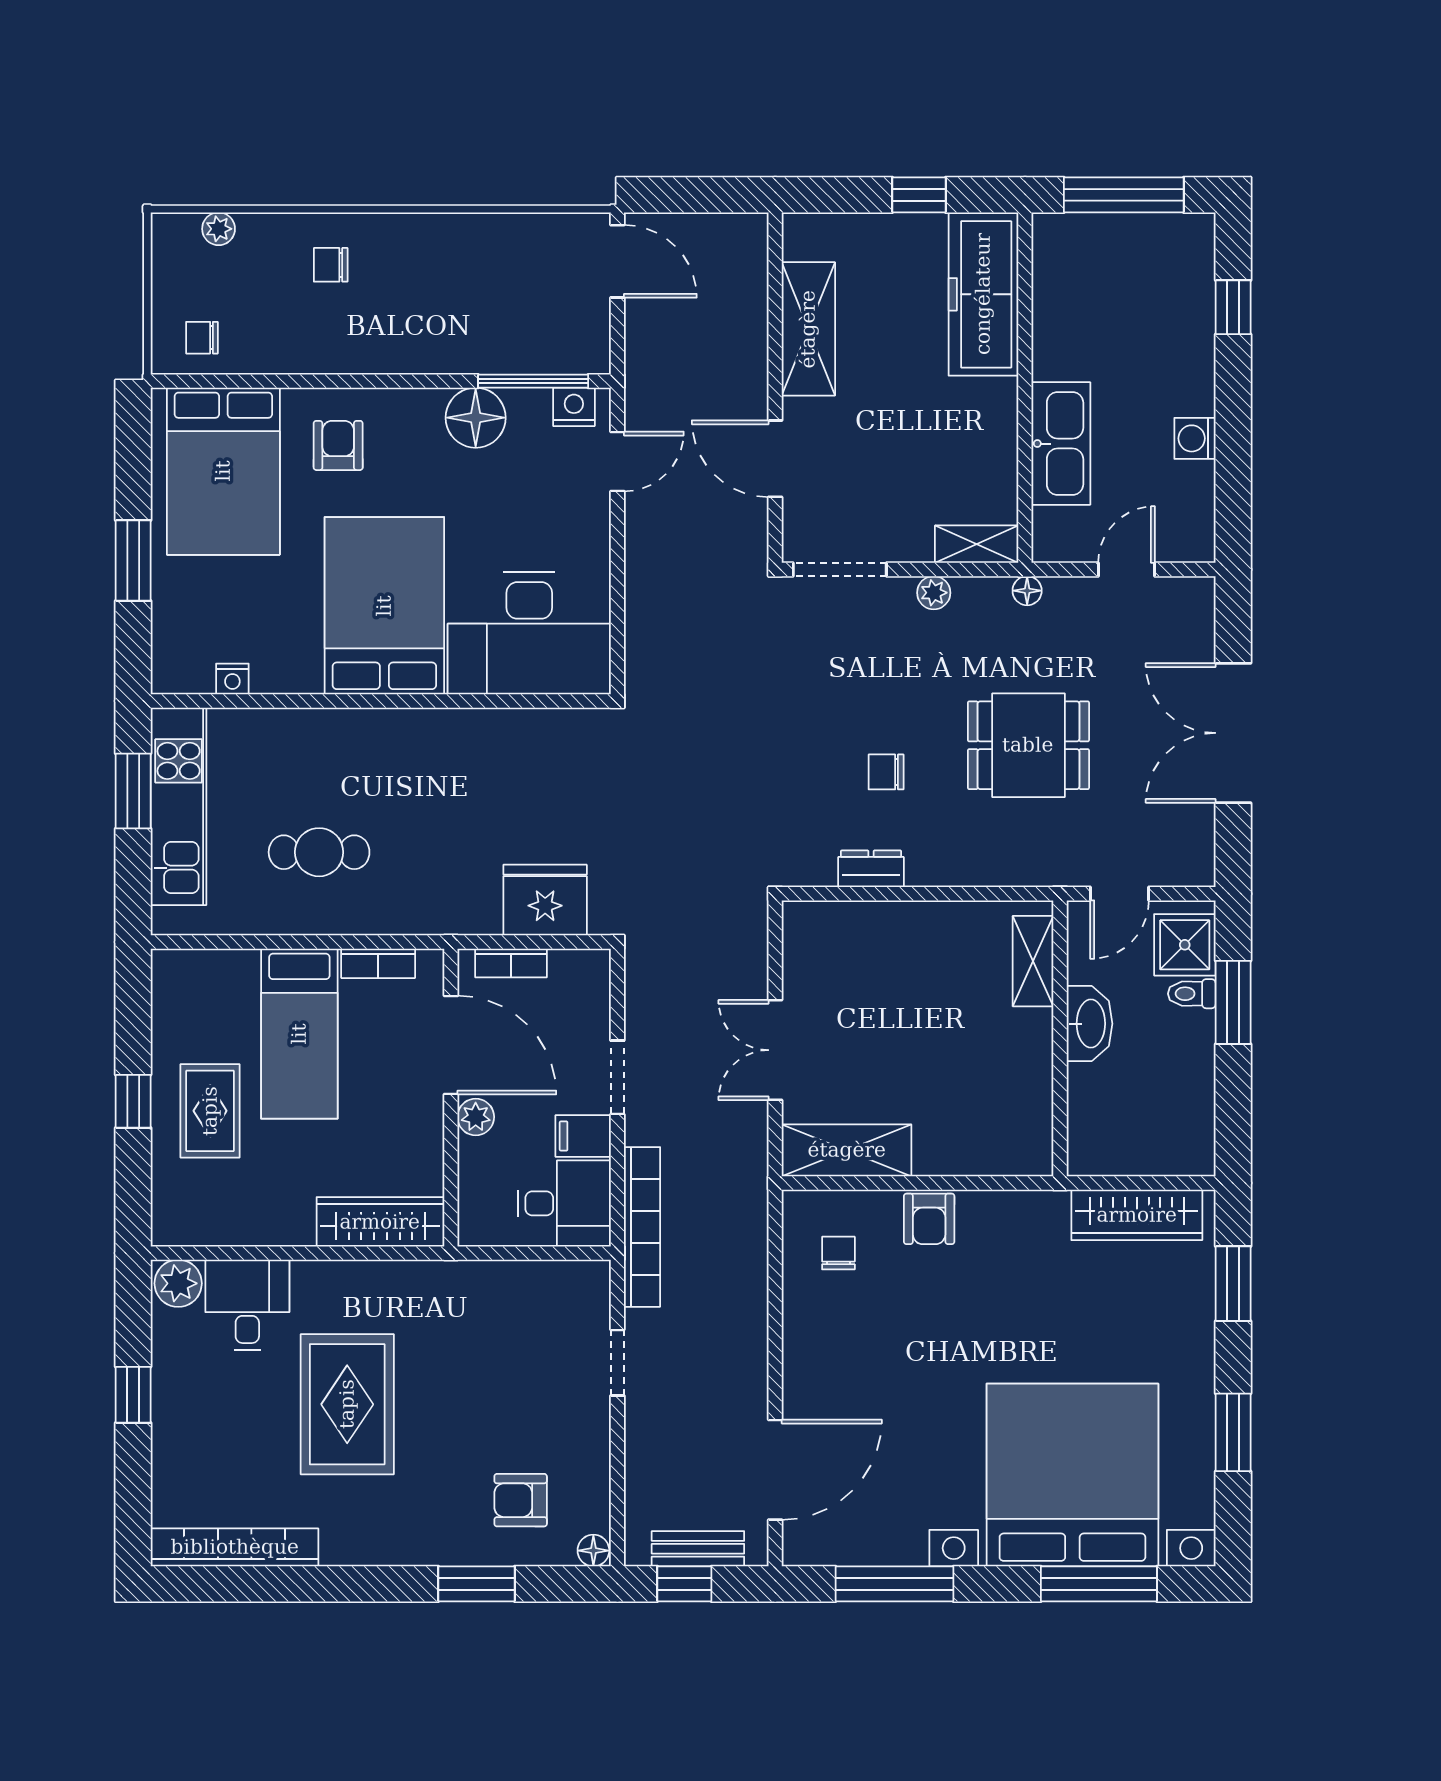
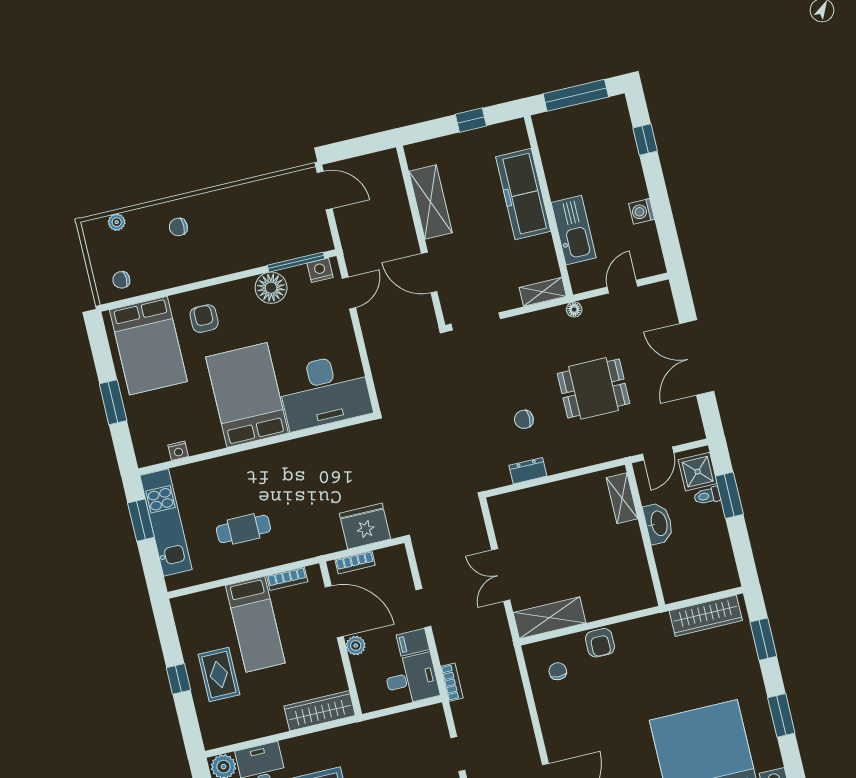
freezer: (983, 294) -> (523, 194), moved
plant: (934, 593) -> (527, 322), removed
bookcase: (642, 1227) -> (452, 682), width x0.43, depth x0.76

